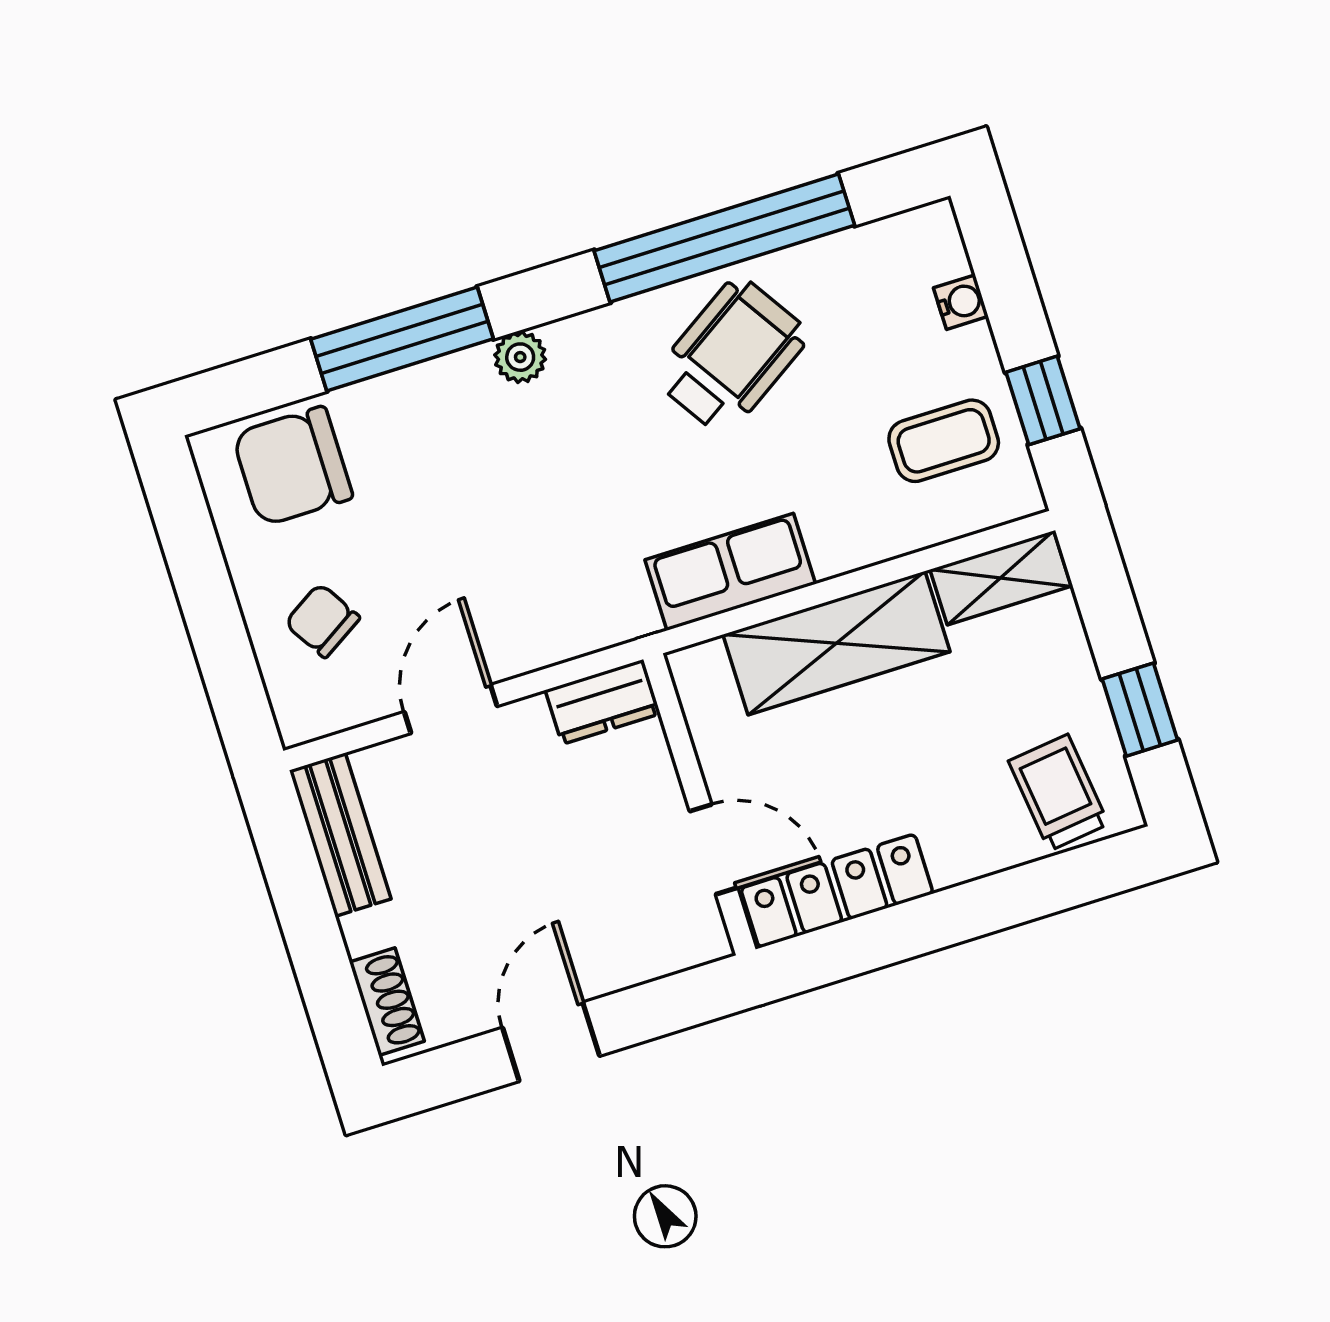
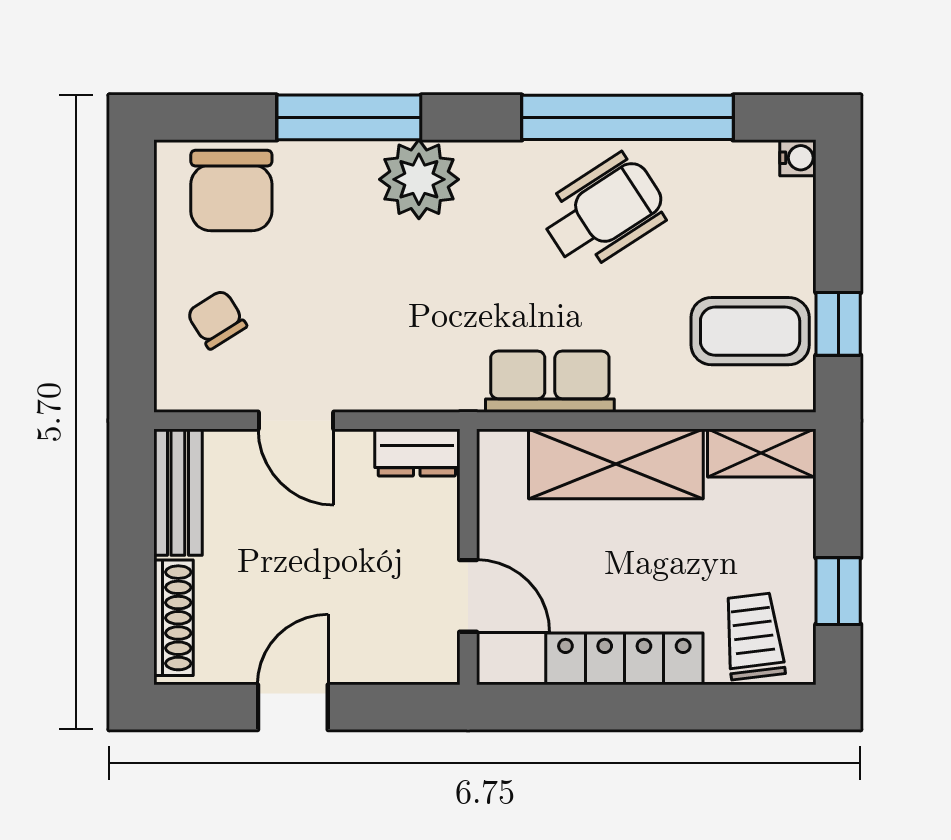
water cooler: (961, 302) -> (798, 158), moved
plant: (520, 357) -> (419, 179), width x1.88, depth x1.88
coffee table: (944, 441) -> (750, 331), width x1.36, depth x1.30
chair: (293, 466) -> (231, 190), turned -90
door: (451, 709) -> (296, 421), swing flipped
locker: (837, 891) -> (624, 659), moved
shoe rack: (387, 1002) -> (174, 618), width x1.43

